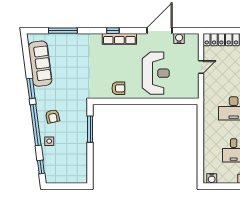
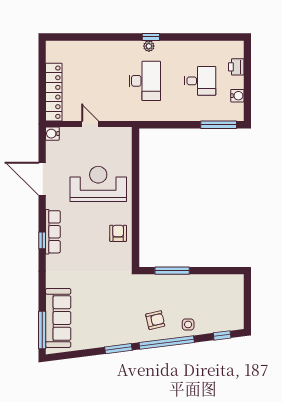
window: (63, 31) -> (42, 330), moved
water cooler: (179, 38) -> (52, 134), moved
sofa: (40, 64) -> (58, 318), moved, turned 97
window: (200, 164) -> (219, 125), added
water cooler: (212, 179) -> (237, 96), moved

